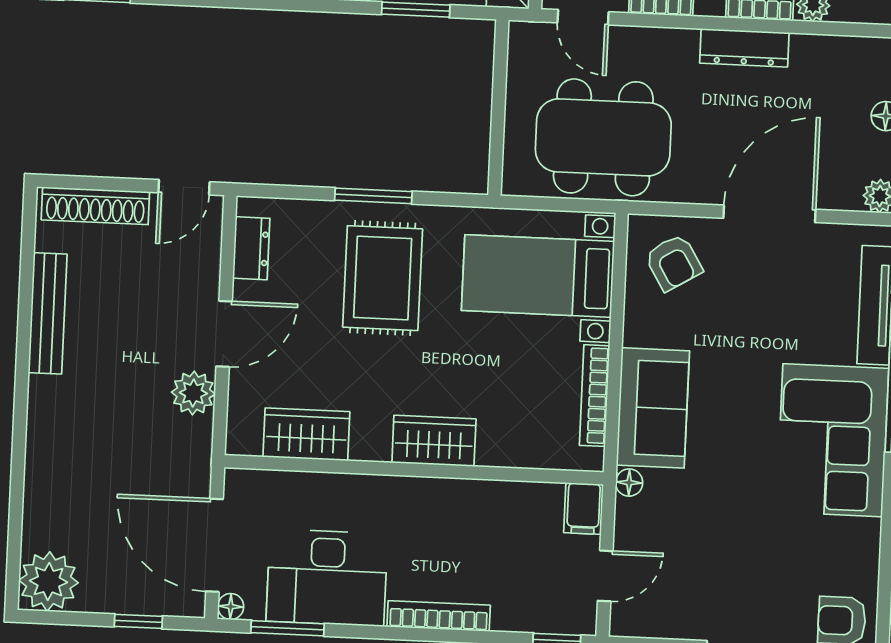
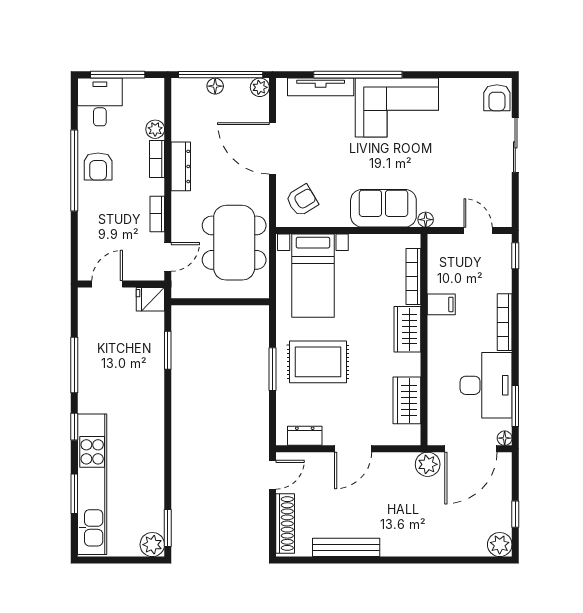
door: (184, 187) -> (272, 475), hinge flipped
door: (224, 334) -> (353, 449), swing flipped
plant: (193, 393) -> (428, 464), moved
bookcase: (595, 396) -> (413, 276), moved, turned 90
filing cabinet: (584, 509) -> (441, 304), moved
plant: (49, 581) -> (500, 545), width x0.73, depth x0.73
window: (138, 621) -> (515, 514), moved

